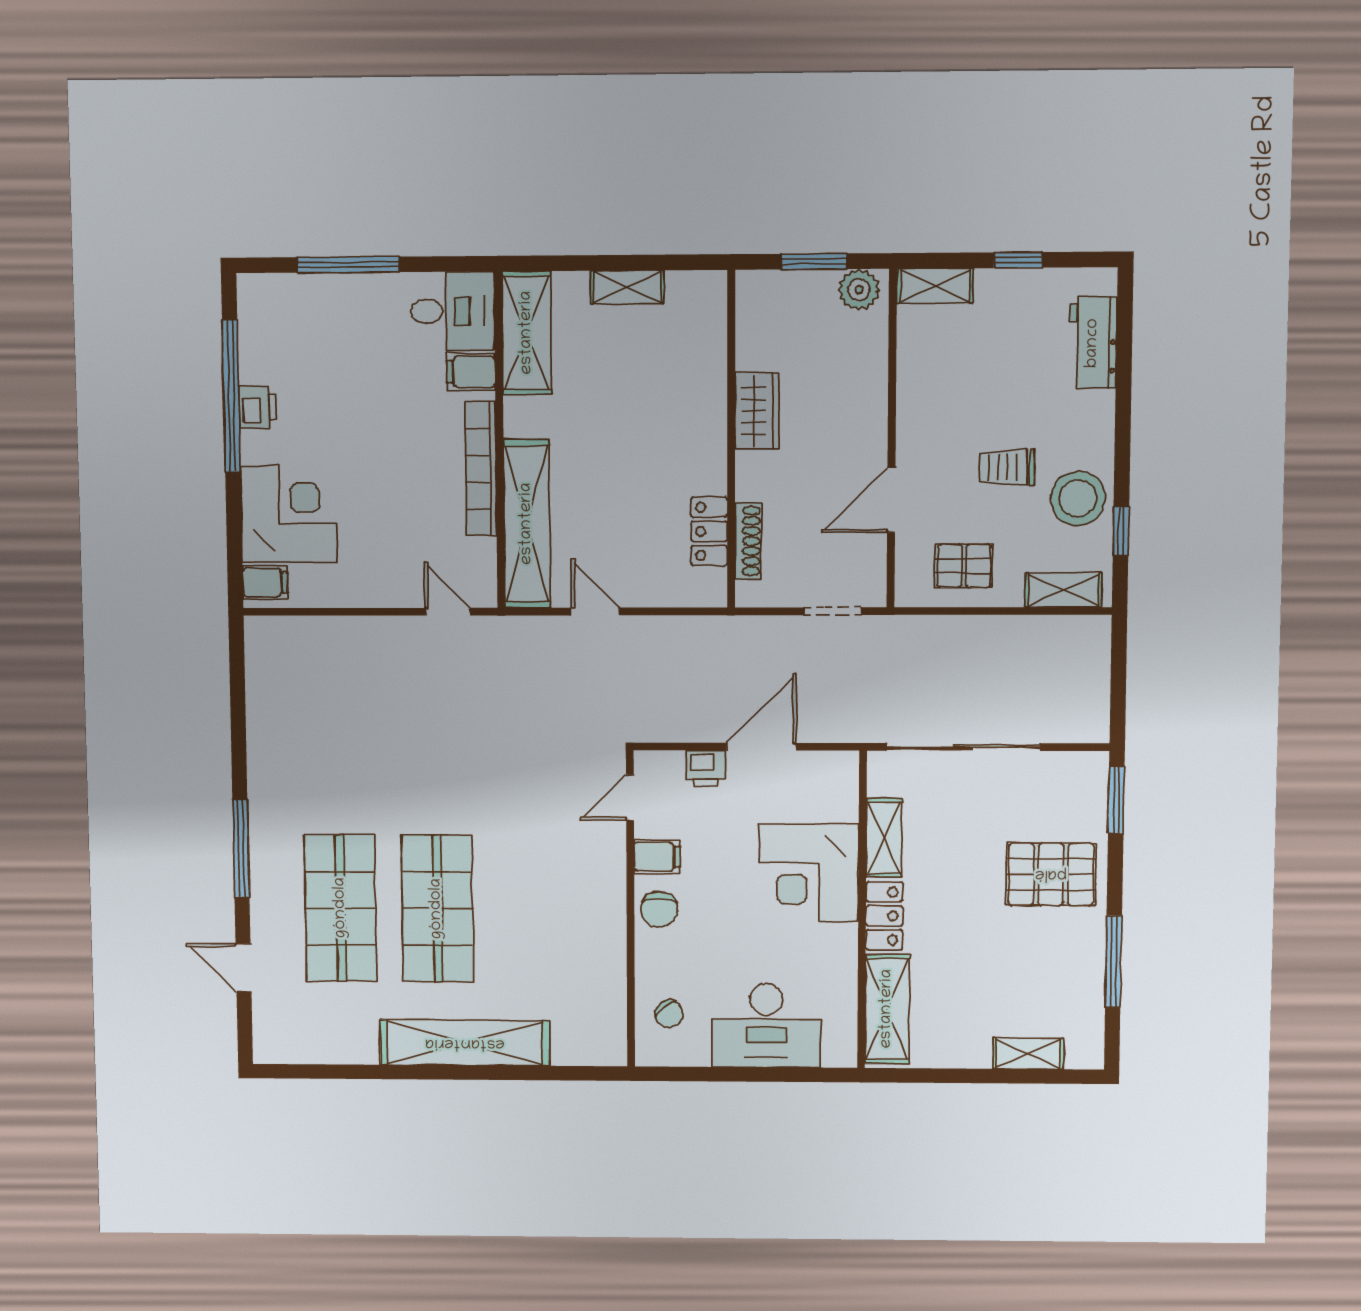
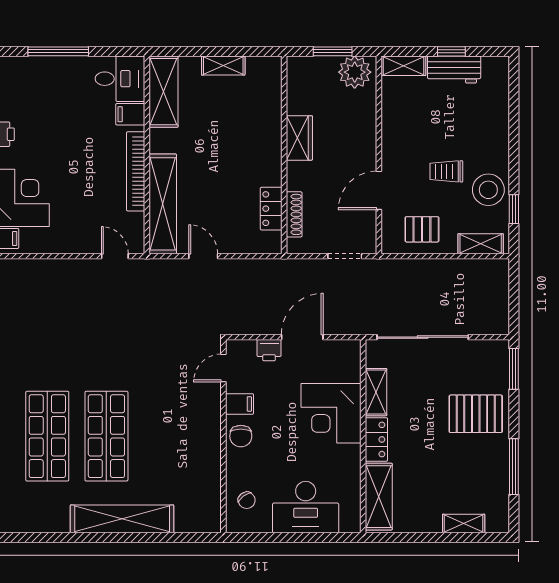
plant: (859, 290) -> (355, 72), width x1.36, depth x1.36
workbench: (1093, 343) -> (454, 69), moved, turned -90

